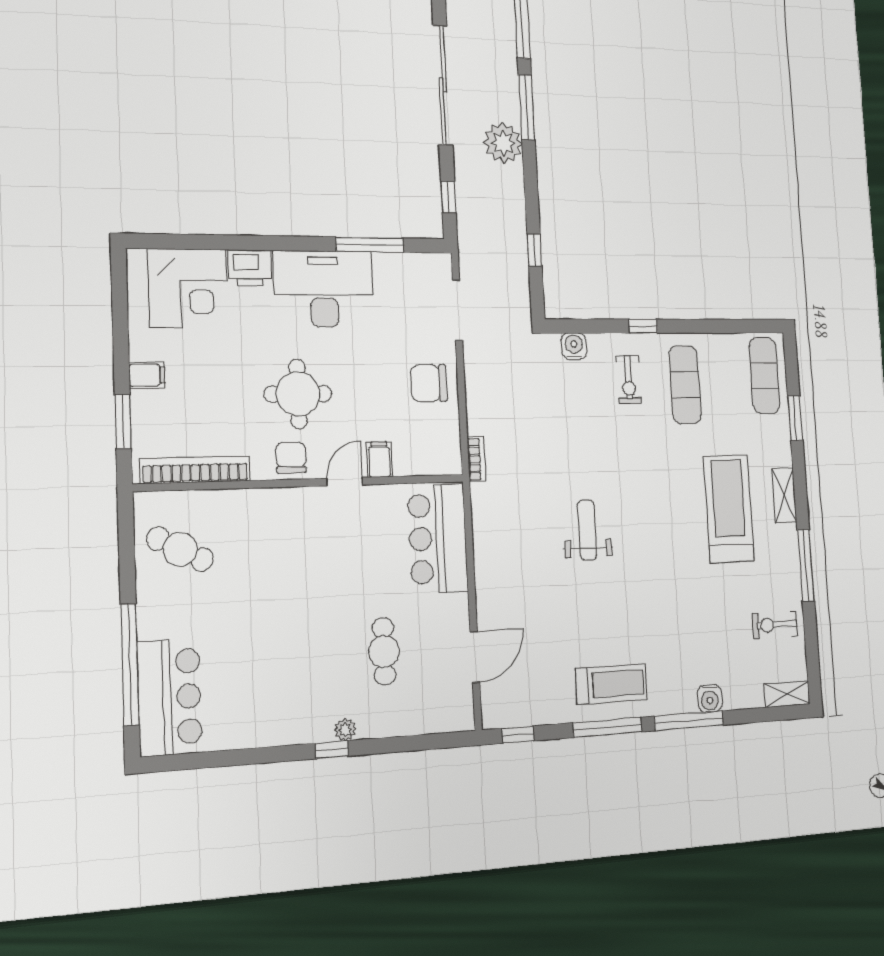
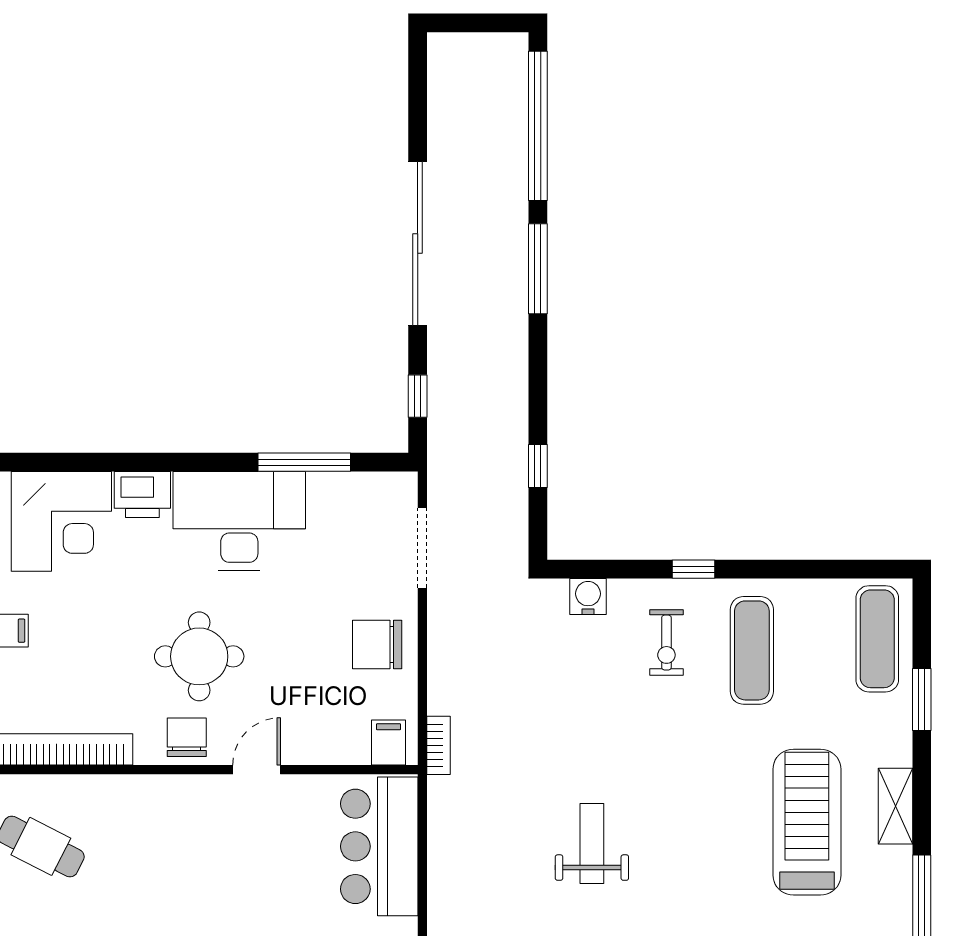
plant: (503, 143) -> (500, 320), removed
filing cabinet: (379, 460) -> (389, 743), moved

